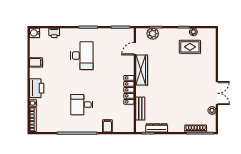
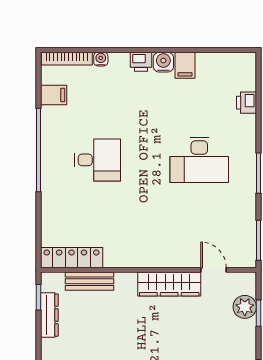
water cooler: (35, 33) -> (163, 62), moved
printer: (37, 88) -> (141, 62), width x0.53, depth x0.68
locker: (129, 90) -> (72, 258), moved
desk: (82, 105) -> (98, 160), turned 90
filing cabinet: (107, 126) -> (54, 95), moved

